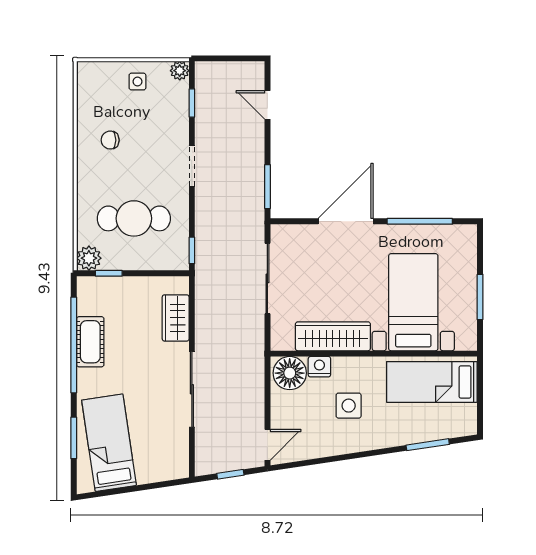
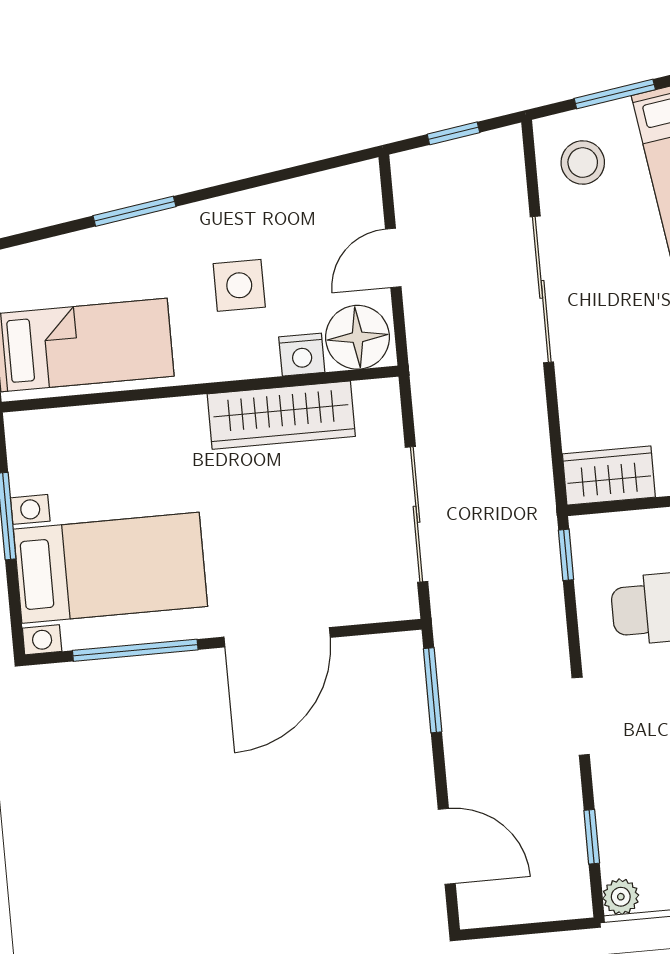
door: (267, 105) -> (447, 846), width x1.38
bed with nightstands: (413, 302) -> (110, 568), moved, turned -90
wardrobe: (176, 318) -> (609, 475), moved, turned -90
door: (267, 445) -> (393, 258), moved
window: (428, 445) -> (134, 211), moved
stool: (165, 453) -> (583, 163), added
window: (145, 487) -> (615, 94), added

